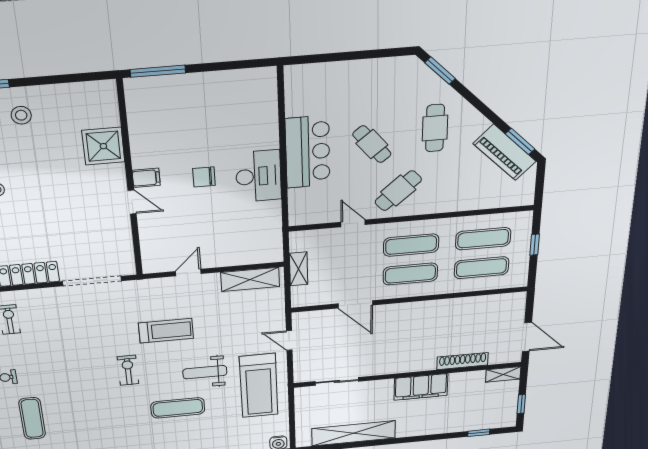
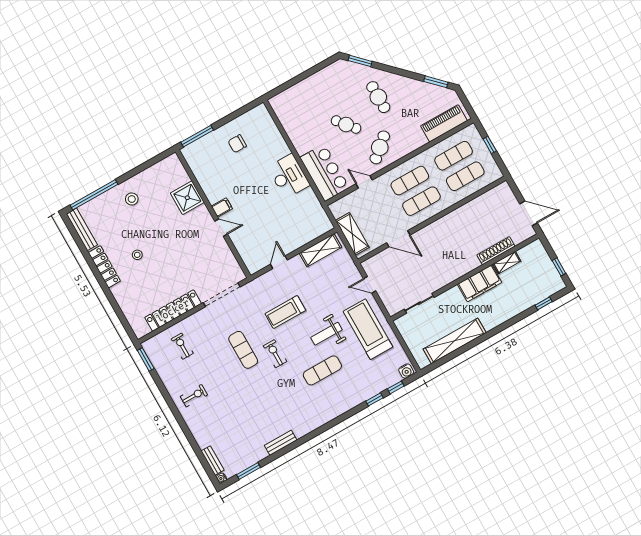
bar counter: (308, 152) -> (325, 173), moved
piano: (505, 152) -> (444, 123), moved, turned 135
chair: (204, 177) -> (237, 144), moved
shelving: (299, 269) -> (352, 234), width x1.50, depth x1.33
treadmill: (166, 331) -> (285, 312), turned 180
shelving: (503, 374) -> (507, 263), moved
treadmill: (259, 386) -> (368, 329), turned 180
exercise mat: (32, 418) -> (243, 350), moved

